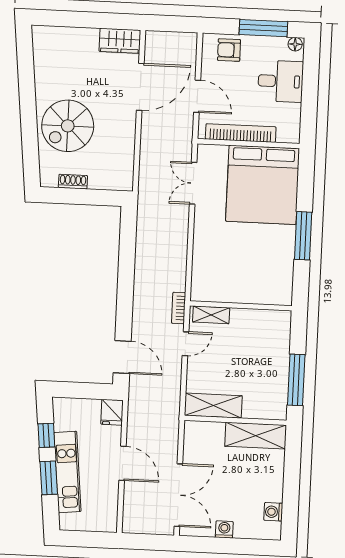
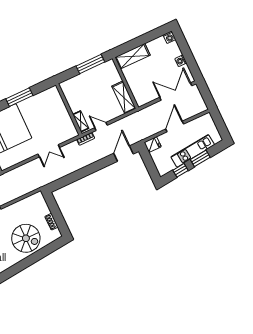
double door: (193, 183) -> (49, 151), moved
shelving: (256, 436) -> (132, 56), moved, turned 90
washing machine: (273, 512) -> (169, 37), moved

